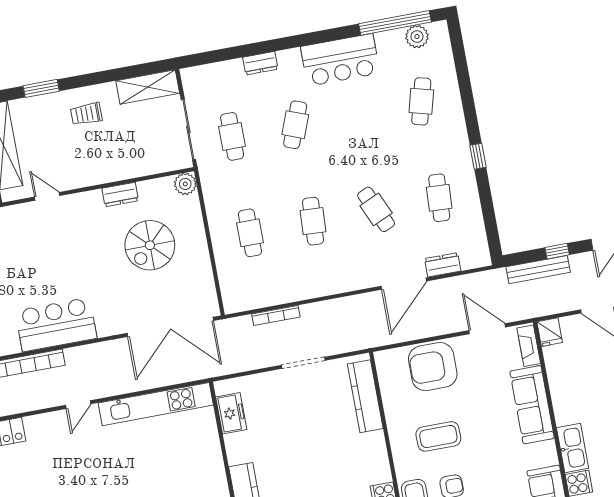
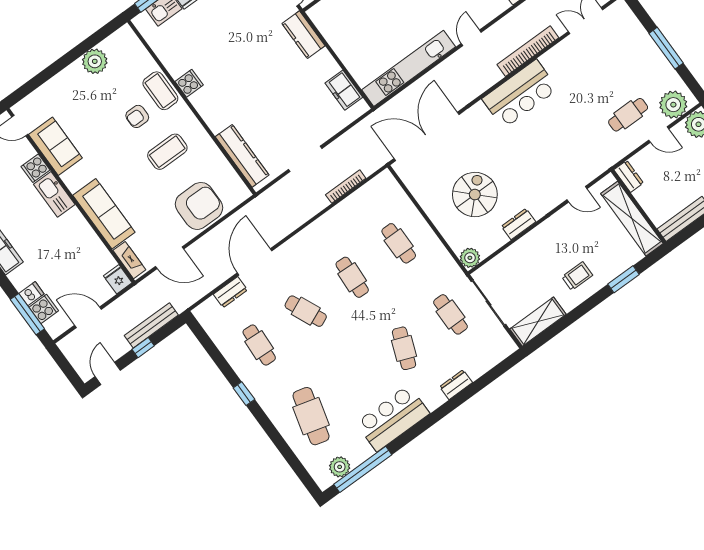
cafe table: (421, 101) -> (311, 416), width x1.37, depth x1.35

